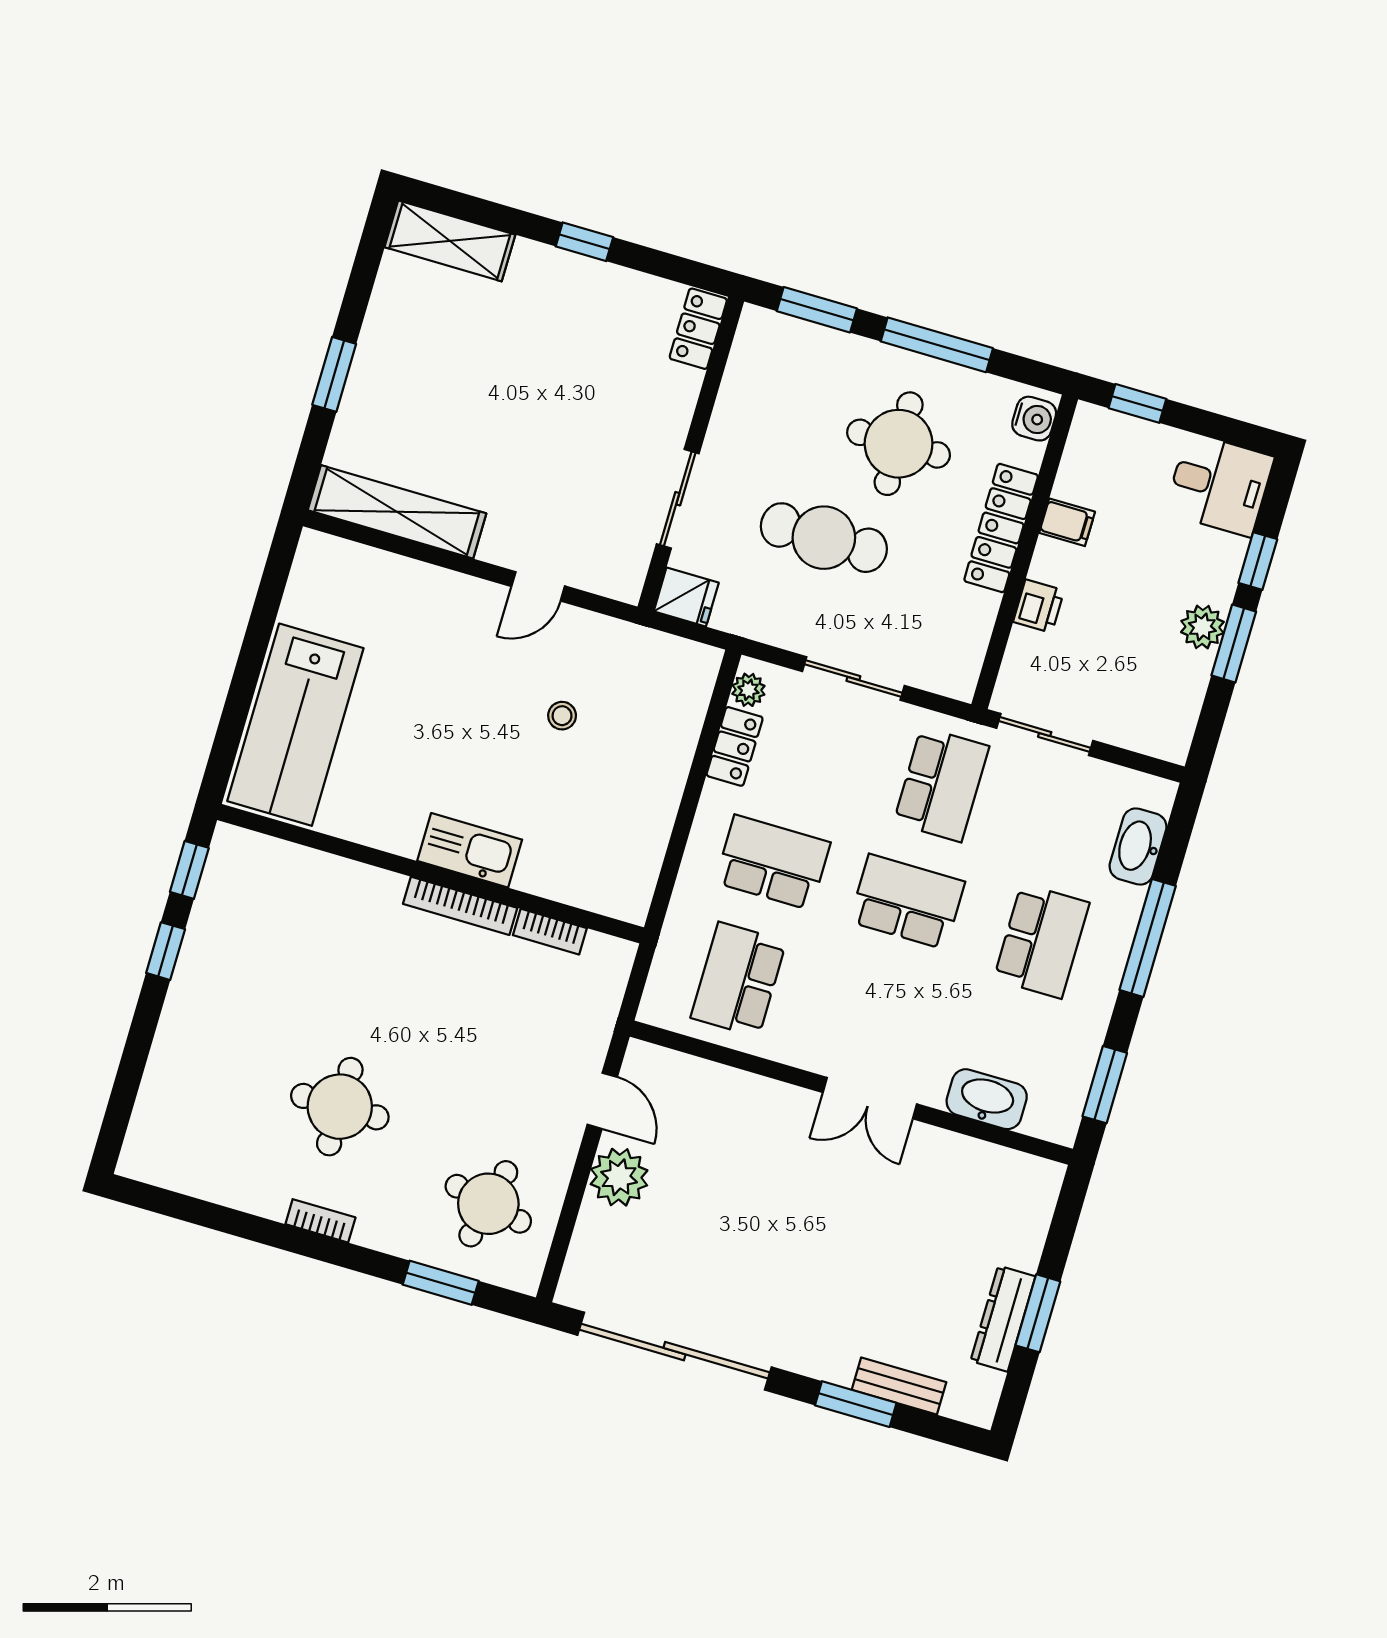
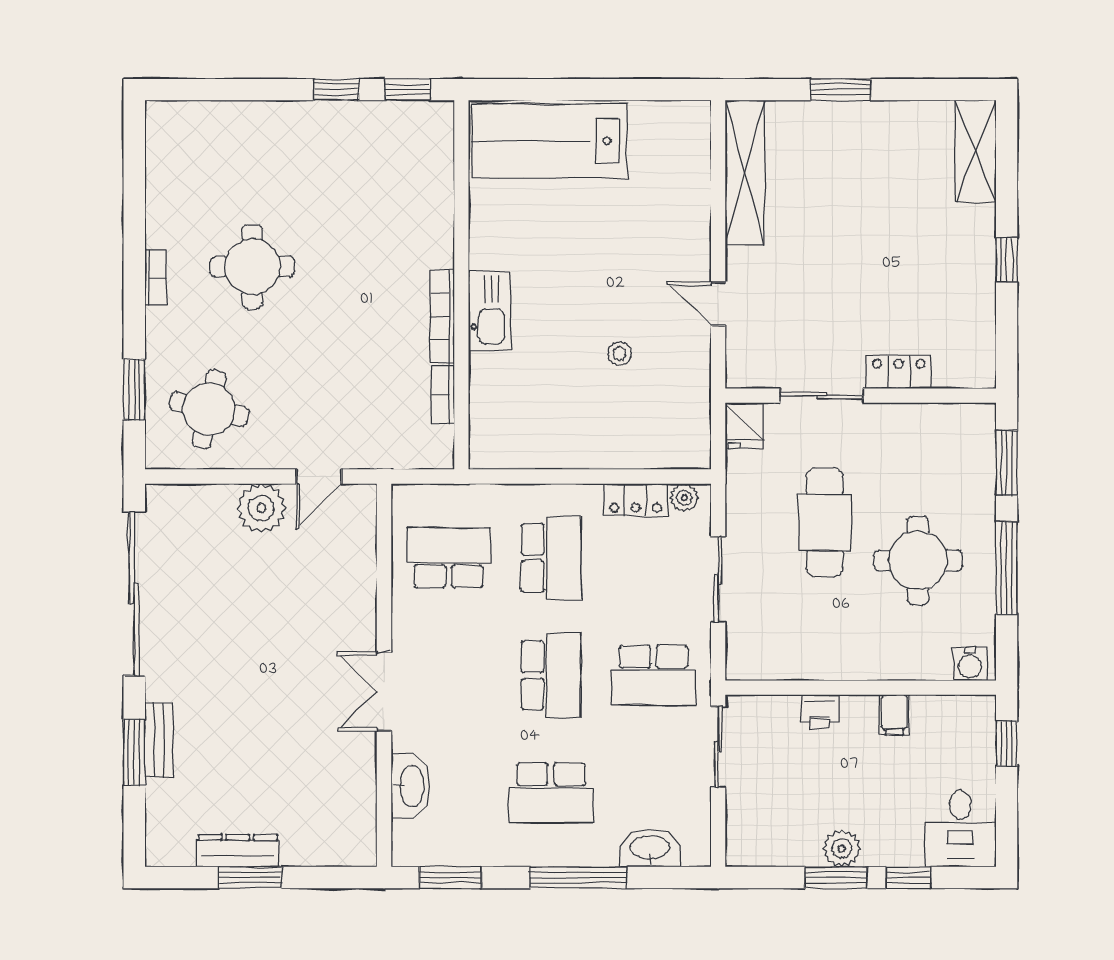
locker: (698, 329) -> (899, 372), moved
locker: (1001, 528) -> (874, 663), removed
bench: (899, 1386) -> (159, 739), moved

